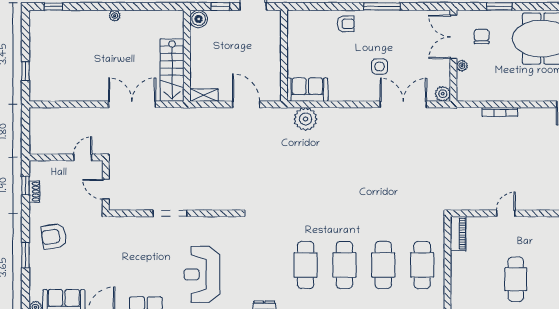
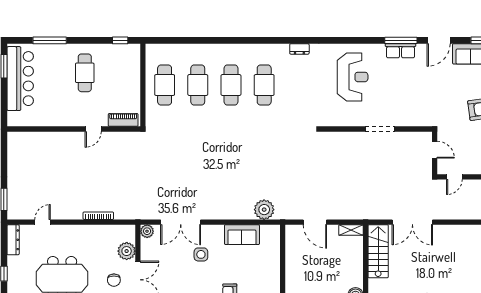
plant: (462, 66) -> (127, 251), width x1.88, depth x1.88
sofa: (307, 90) -> (242, 235), moved
piano: (458, 234) -> (123, 120), moved, turned 90

